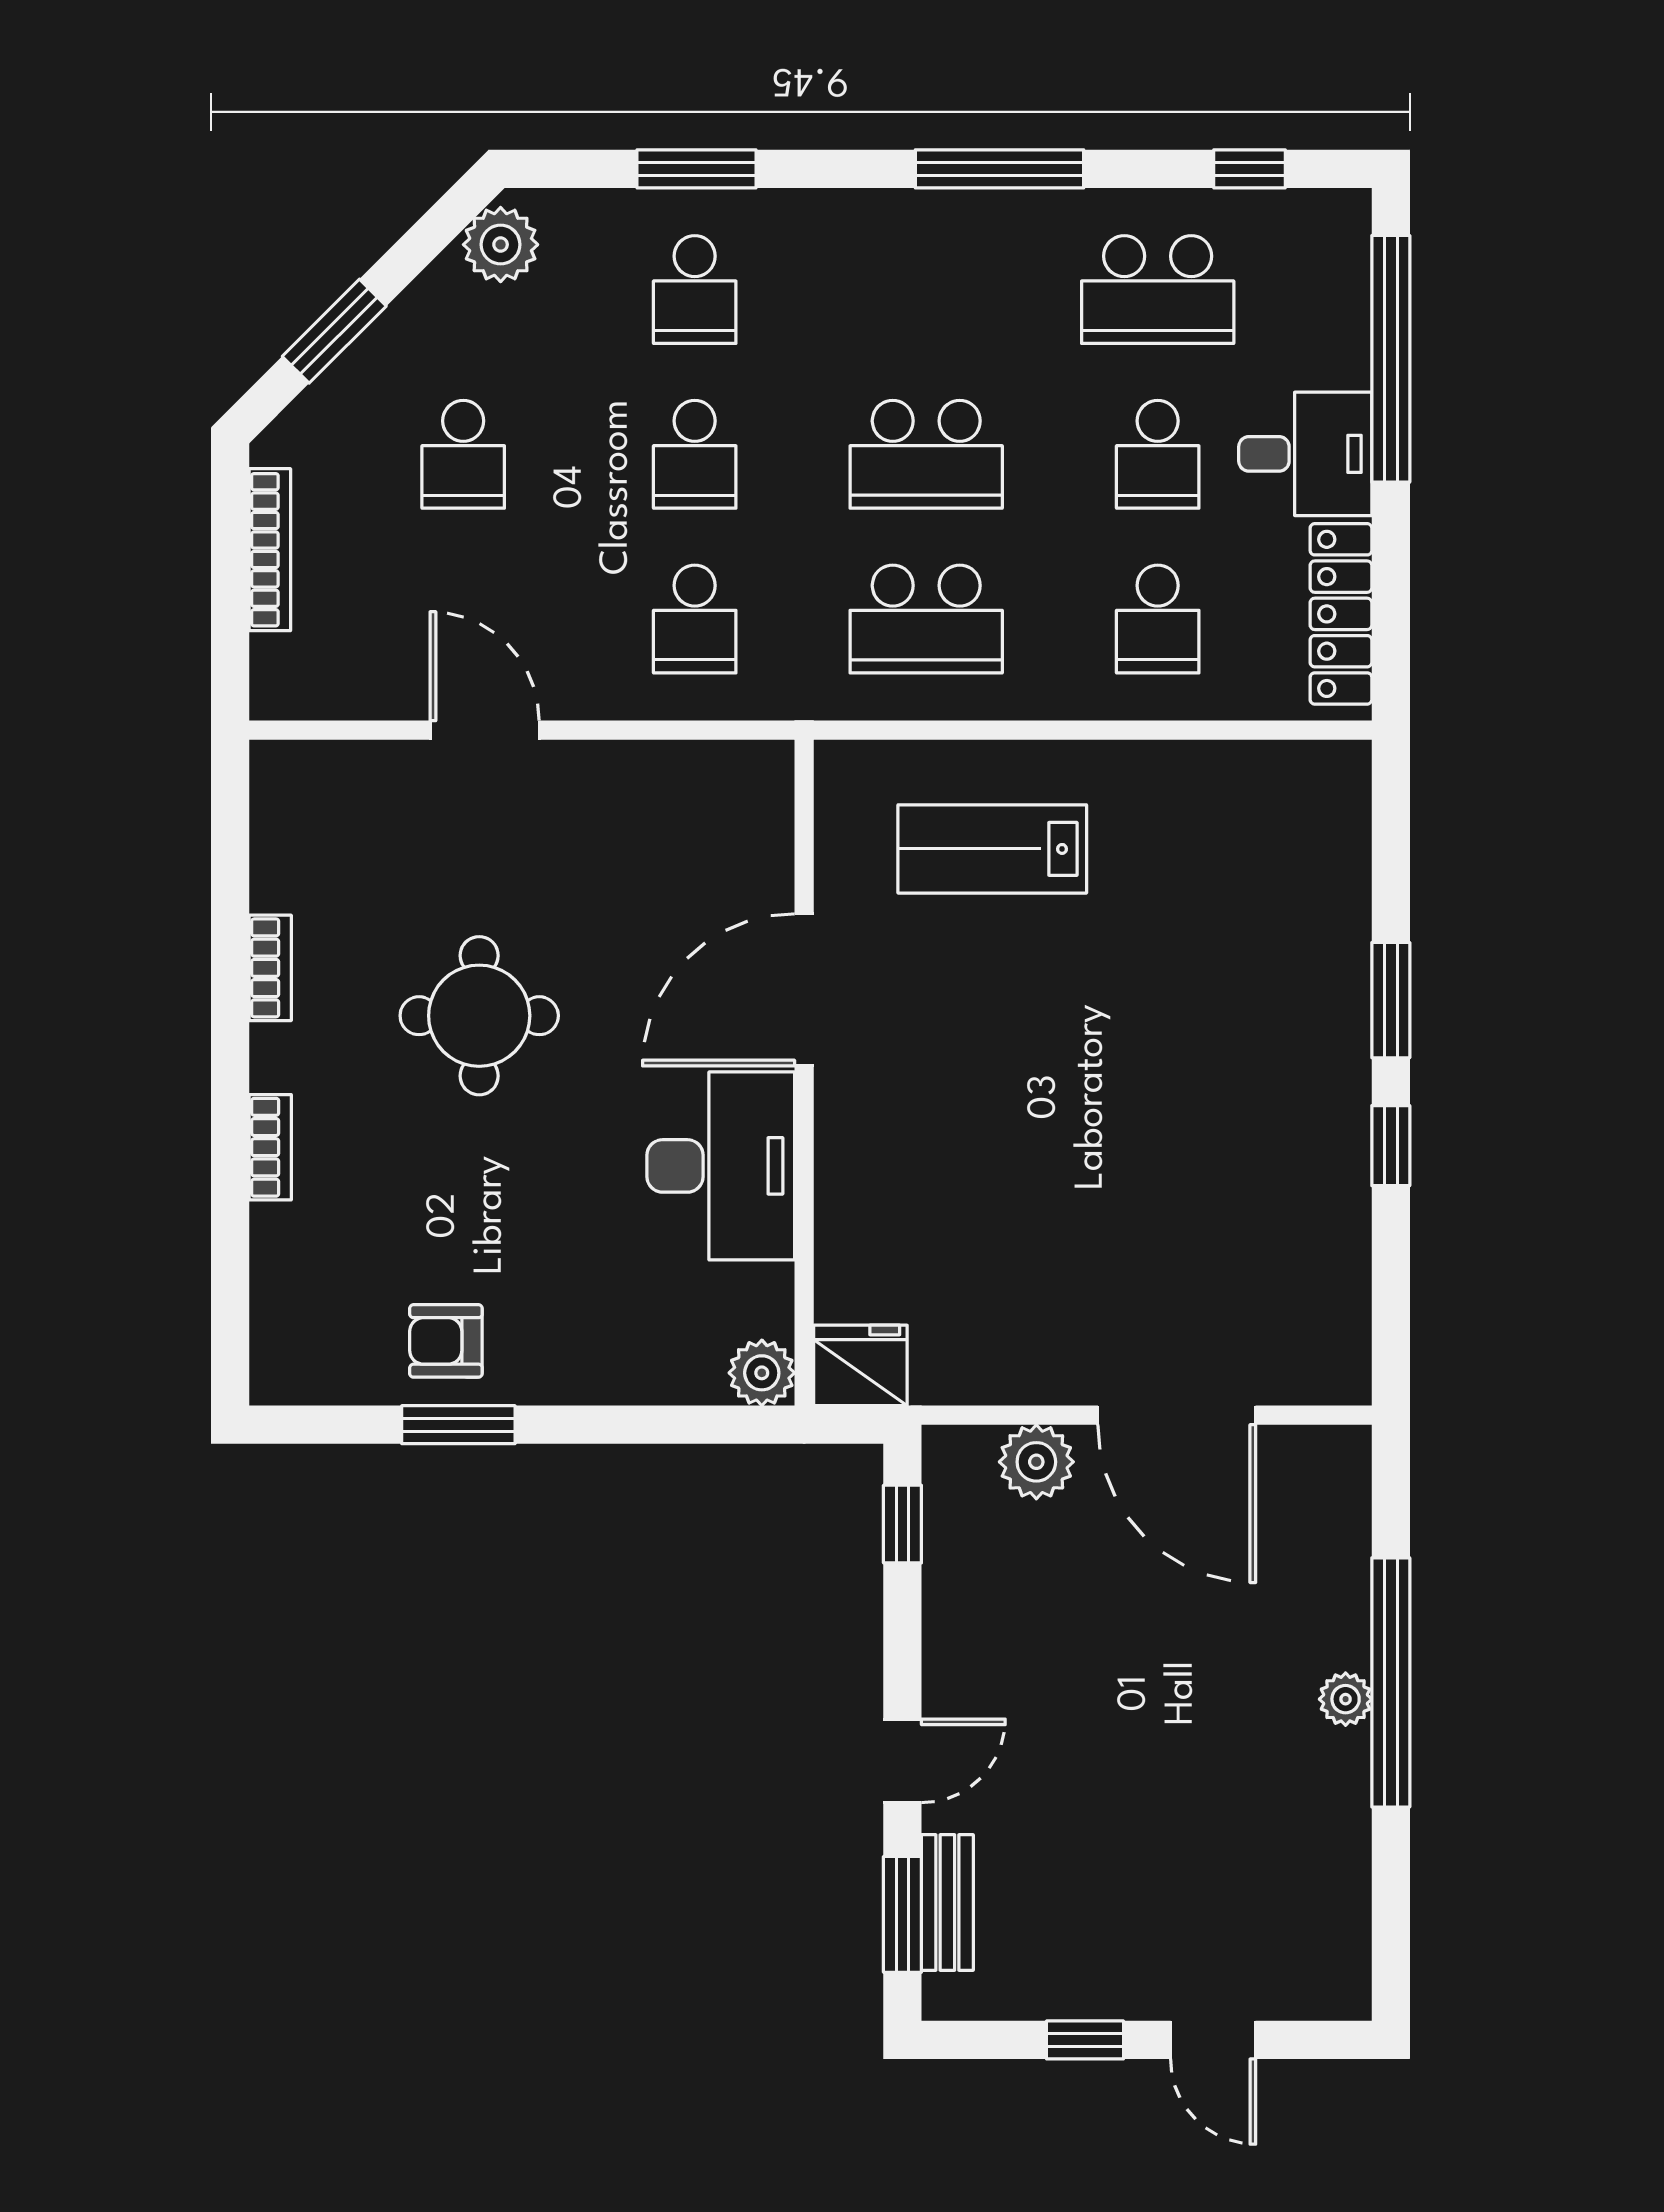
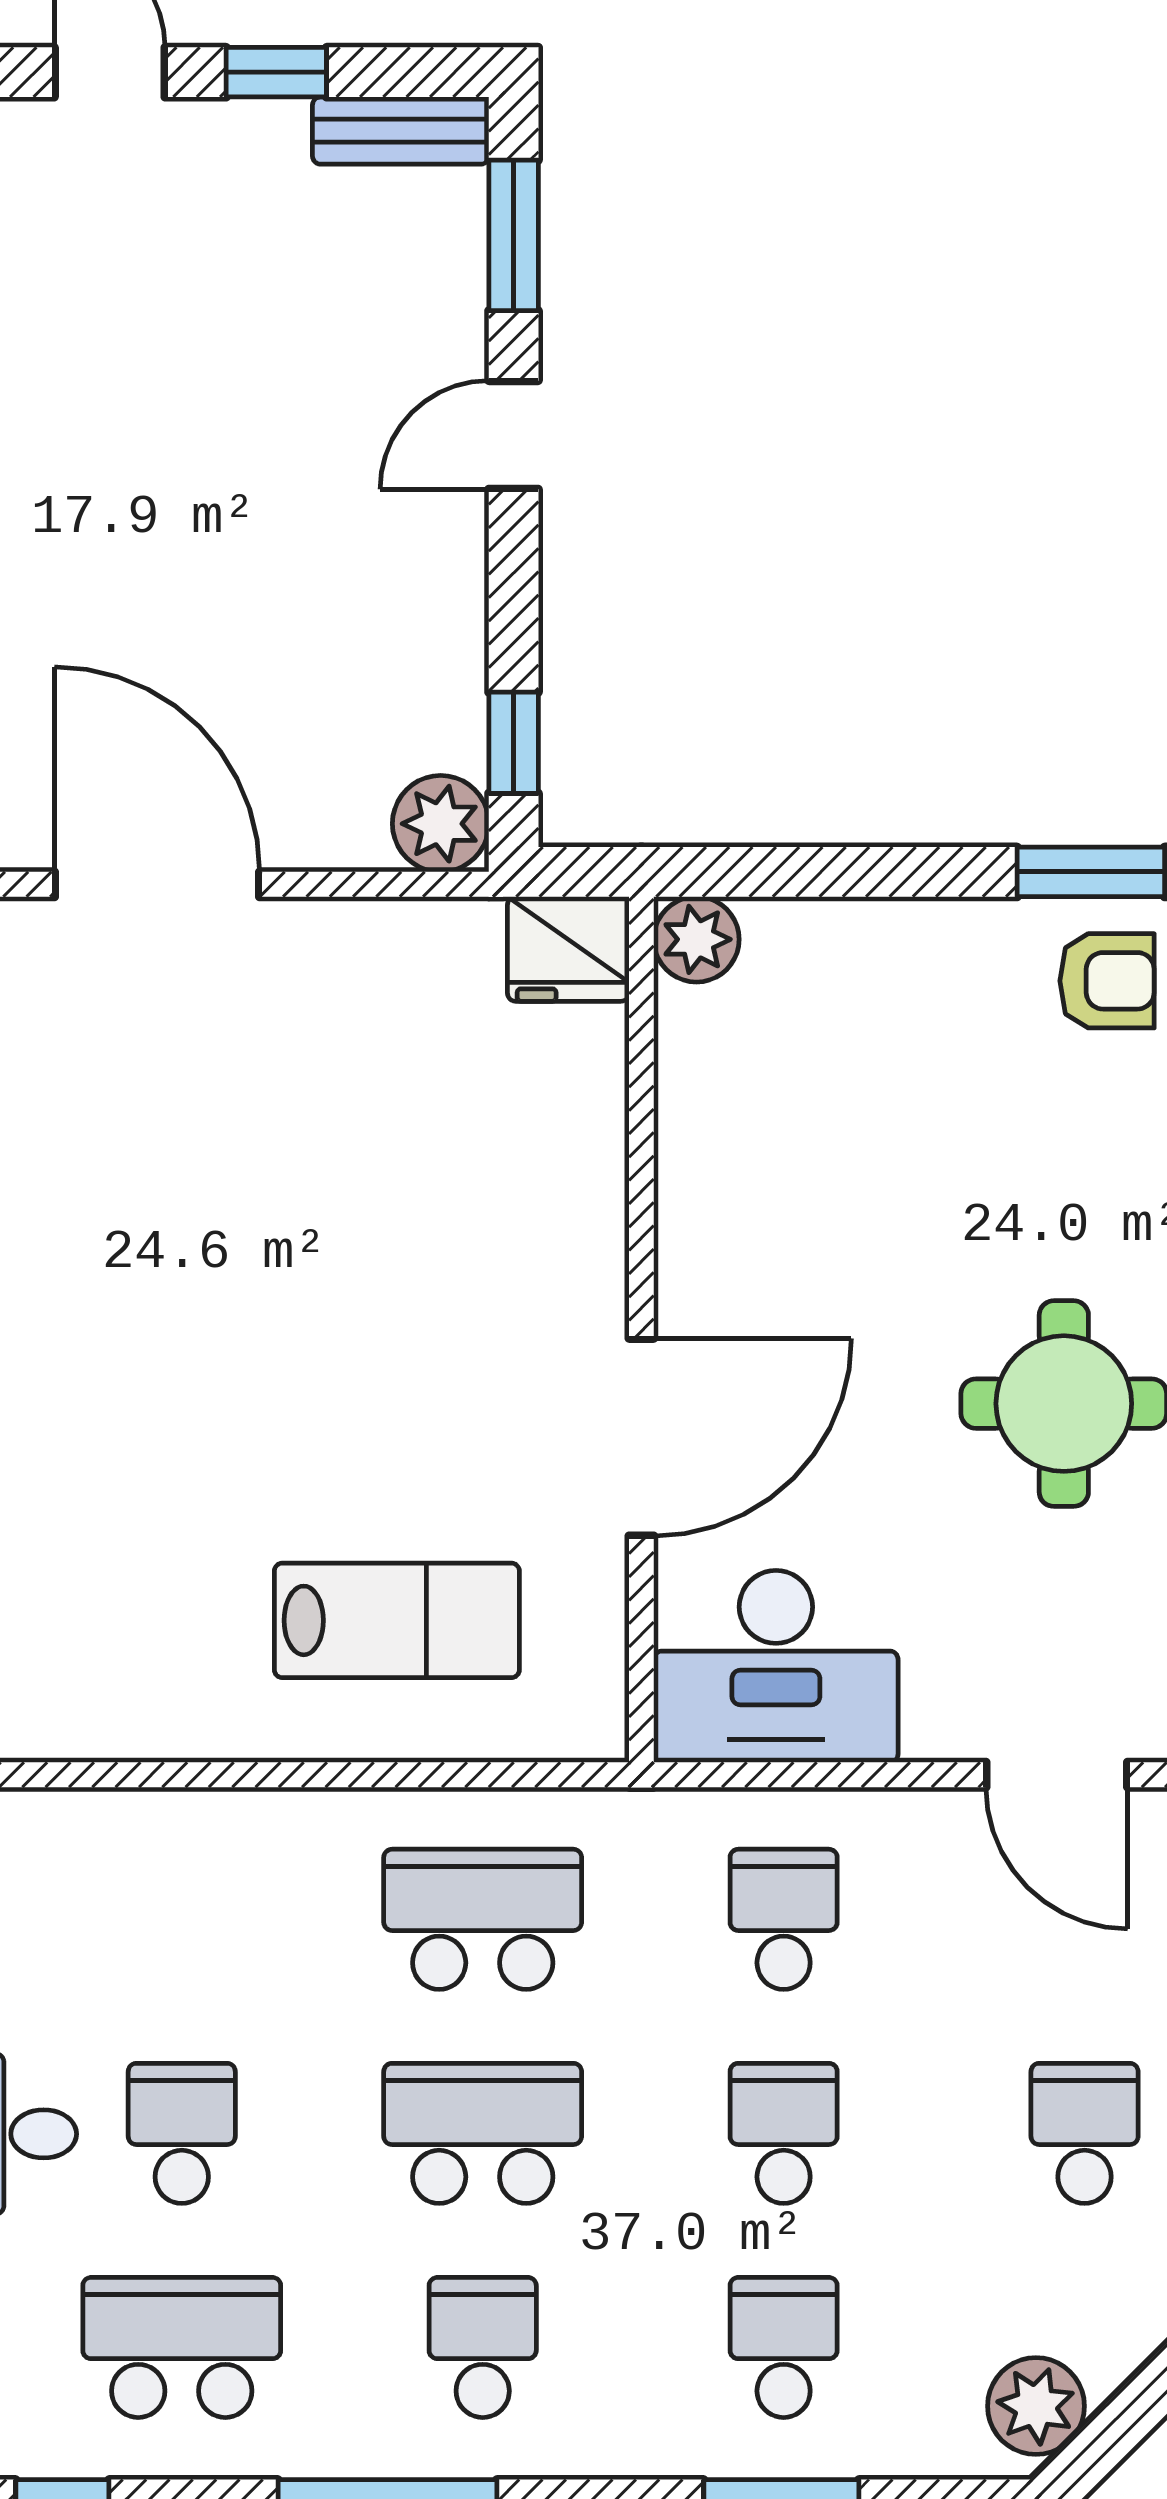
school desk: (1158, 619) -> (483, 2347), moved
desk: (721, 1166) -> (776, 1666), moved, turned -90
plant: (1036, 1462) -> (441, 824), moved
bench: (947, 1902) -> (401, 131), moved, turned 90

